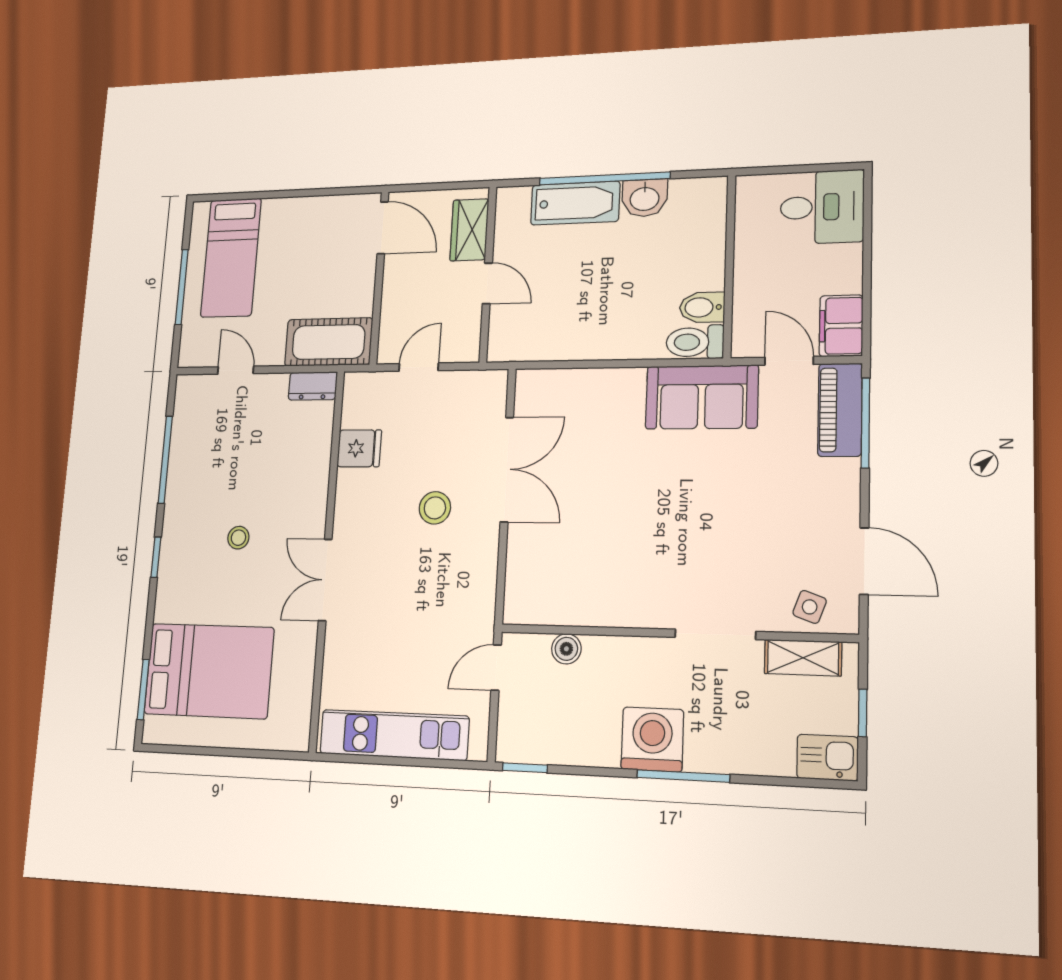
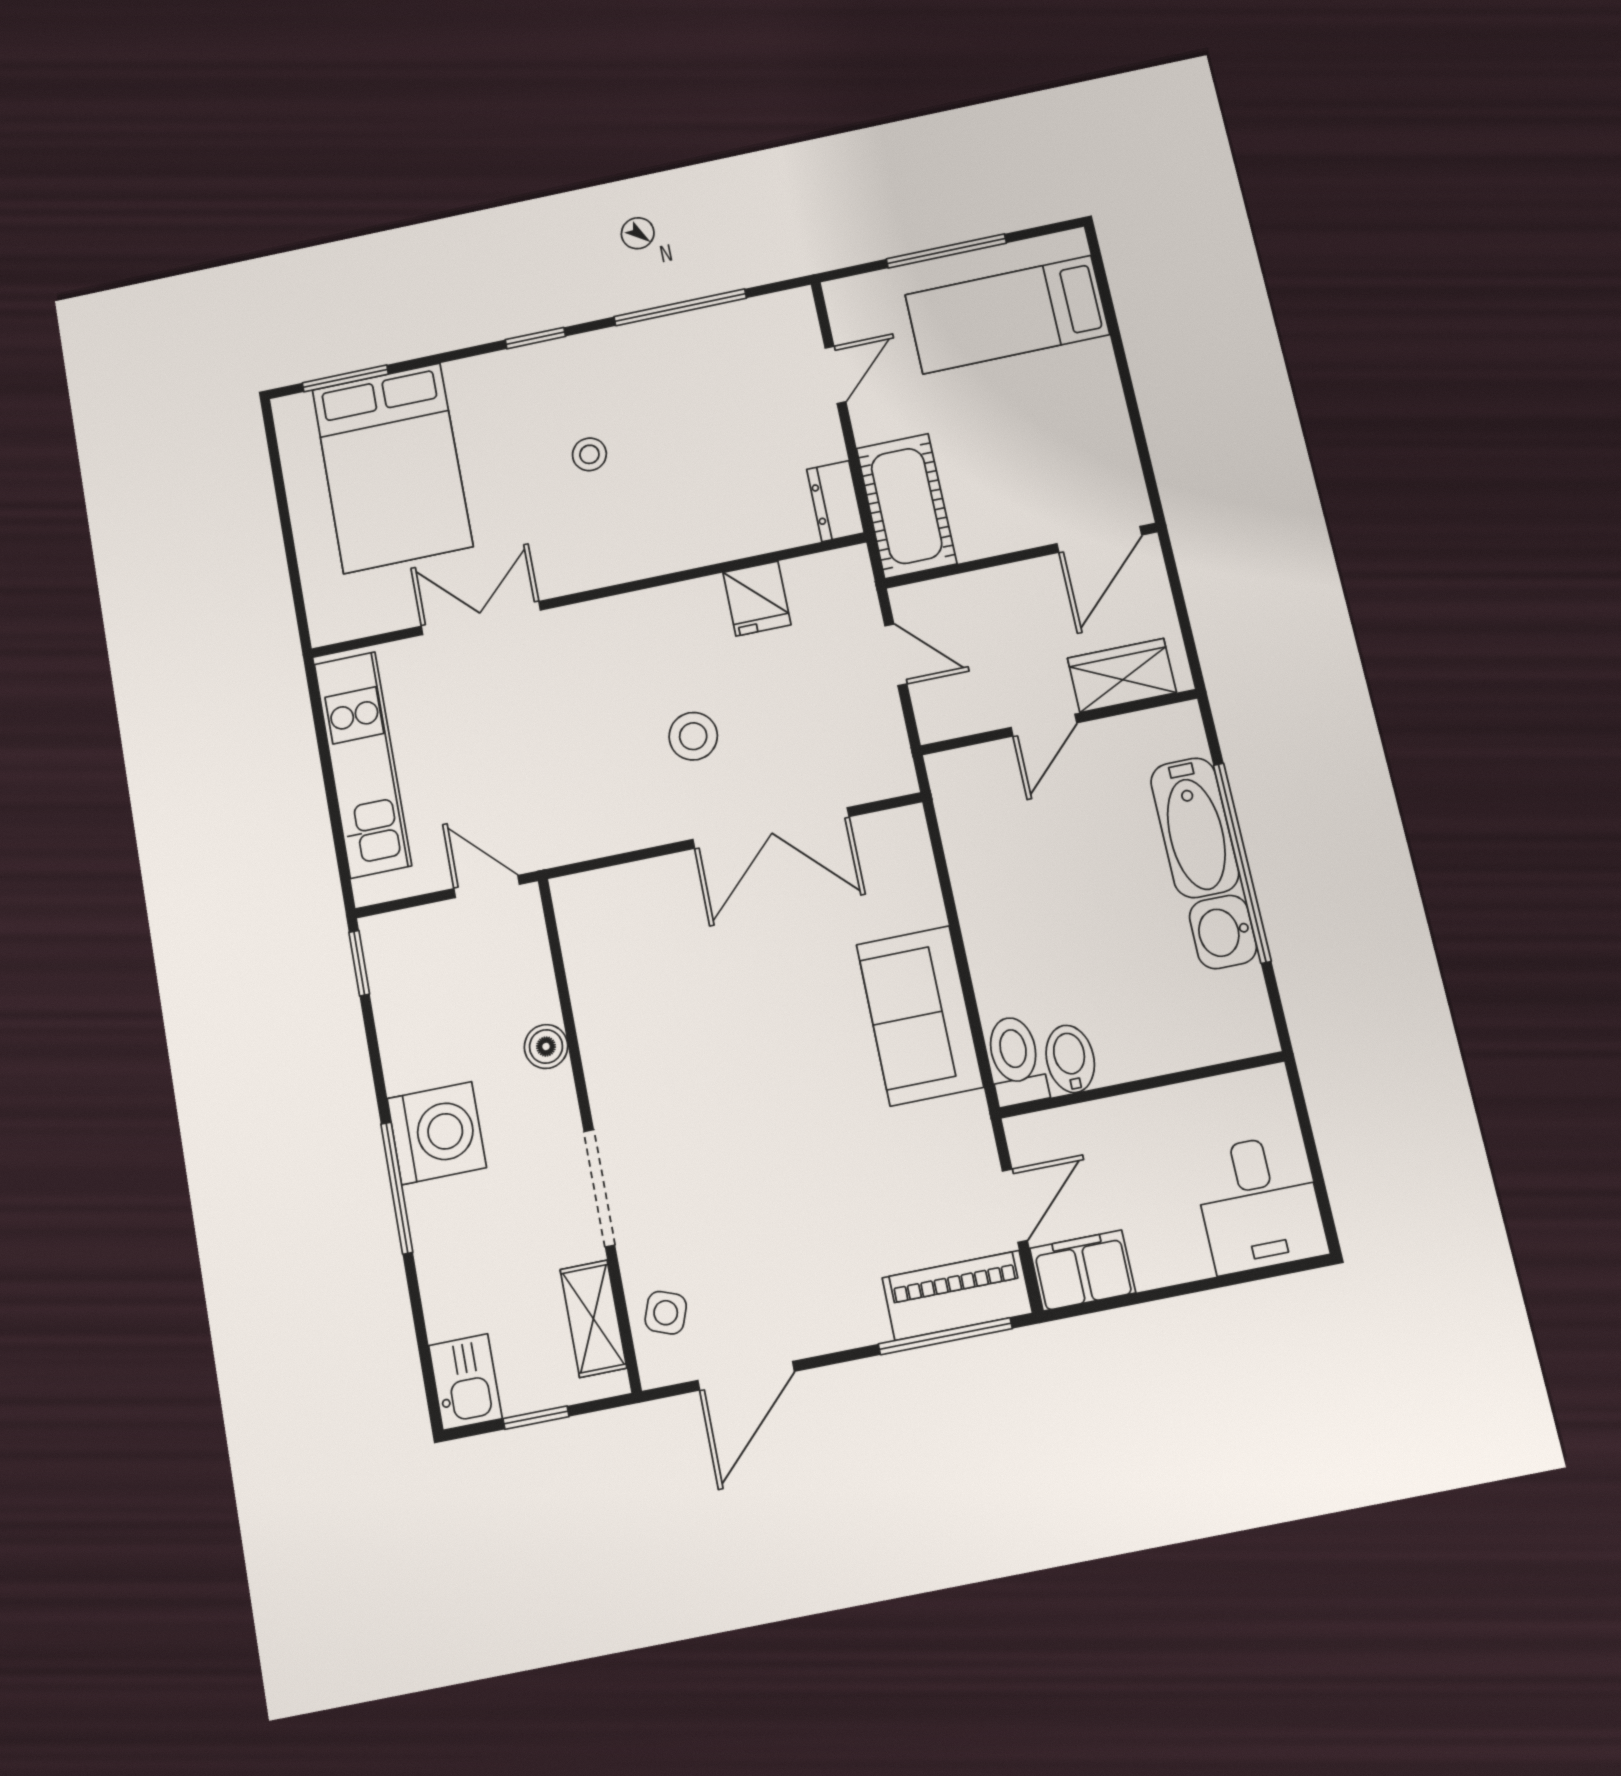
sofa: (702, 397) -> (920, 1016), moved
double door: (325, 580) -> (481, 618), moved
boiler: (566, 649) -> (546, 1047), moved

